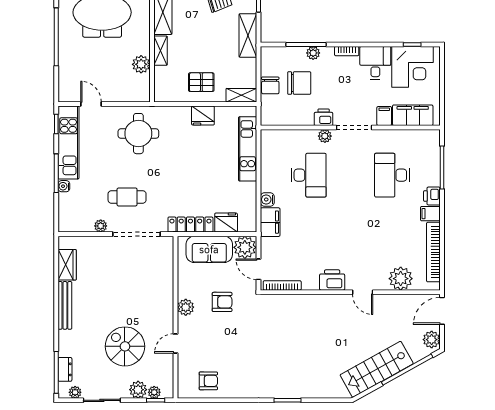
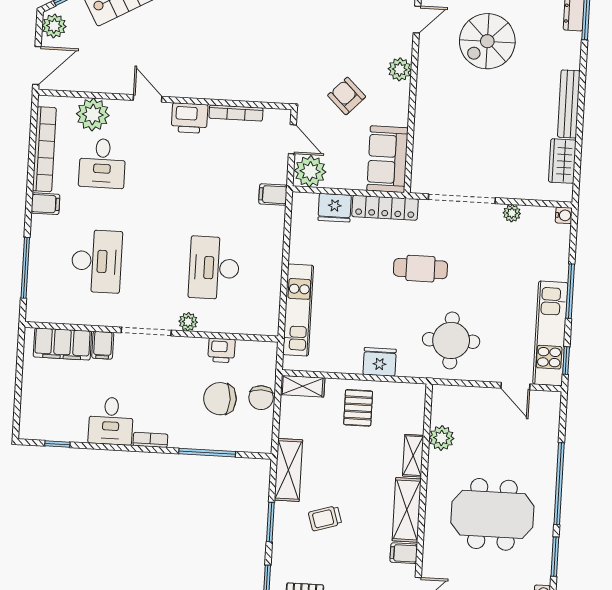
plant: (313, 53) -> (198, 440), removed
corner desk: (412, 67) -> (59, 412), removed
pallet: (201, 82) -> (358, 408), turned 90
chair: (270, 85) -> (261, 398), turned 180
fridge: (203, 116) -> (380, 362), moved
printer: (324, 117) -> (222, 350), moved
water cooler: (64, 186) -> (564, 215), moved
printer: (432, 196) -> (42, 228), removed
cafe table: (127, 197) -> (420, 269), moved
water cooler: (267, 199) -> (274, 237), removed
filing cabinet: (270, 222) -> (273, 195), width x0.50
desk: (392, 244) -> (102, 163), added
sofa: (209, 249) -> (387, 159), moved, turned -90
bookcase: (282, 285) -> (236, 113), moved
armchair: (222, 302) -> (347, 96), turned 44
plant: (186, 307) -> (400, 69), moved
door: (175, 343) -> (417, 19), moved
spiral stairs: (125, 346) -> (487, 41), turned 90

